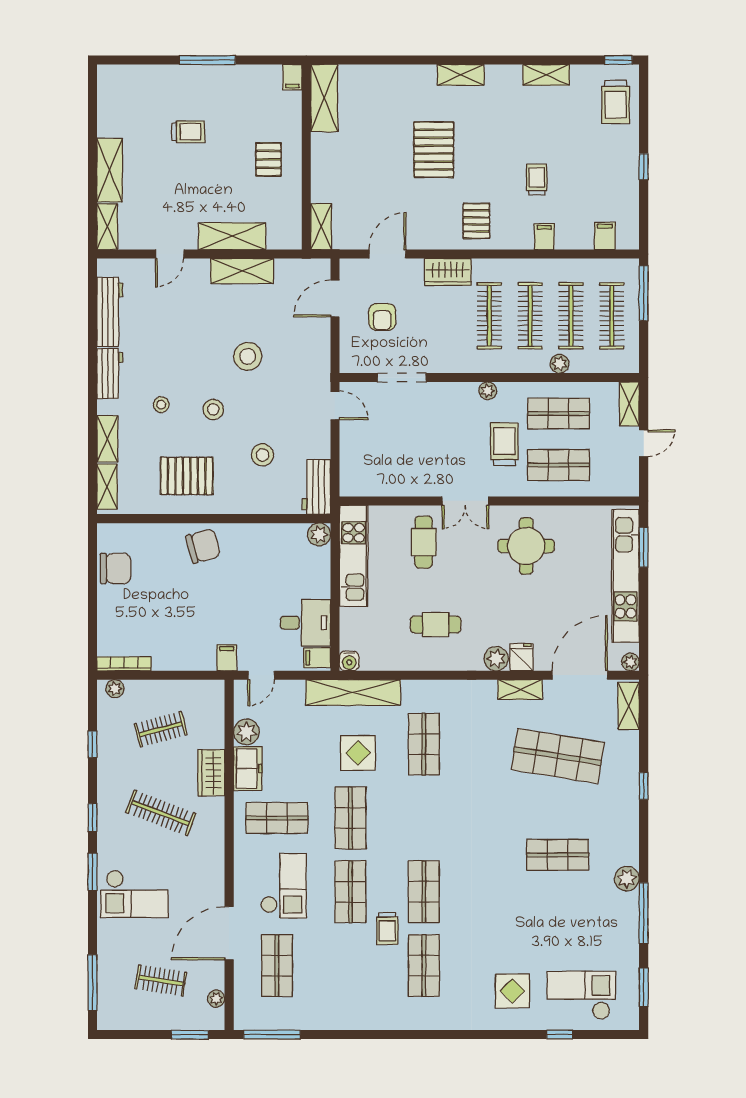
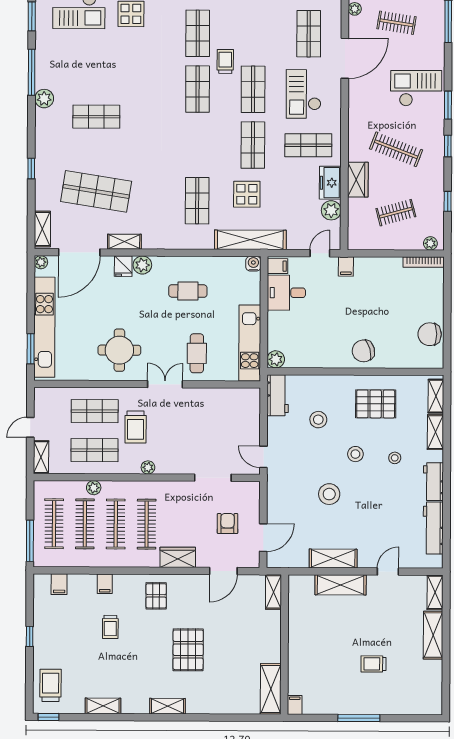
pallet: (269, 159) -> (313, 643), removed

